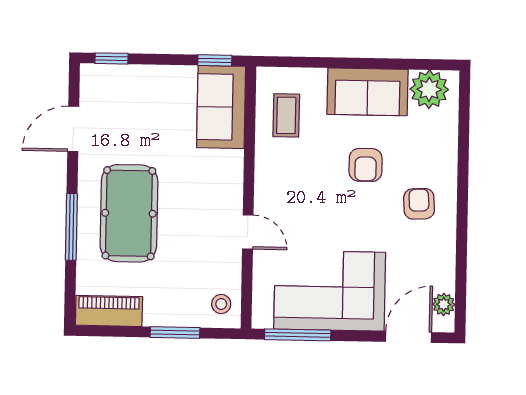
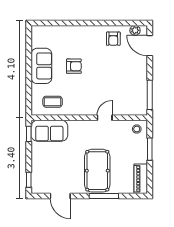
plant: (429, 89) -> (40, 39), removed
armchair: (419, 204) -> (113, 39), moved, turned -87
pool table: (129, 213) -> (97, 171), turned 90
corner sofa: (330, 291) -> (130, 81), removed

